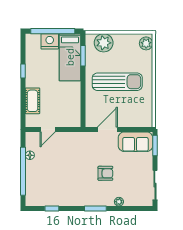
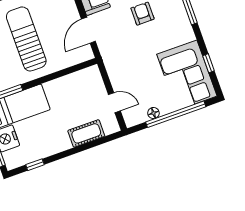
window: (23, 71) -> (35, 165), moved
door: (107, 129) -> (88, 30), hinge flipped
corner sofa: (49, 190) -> (187, 75), added

